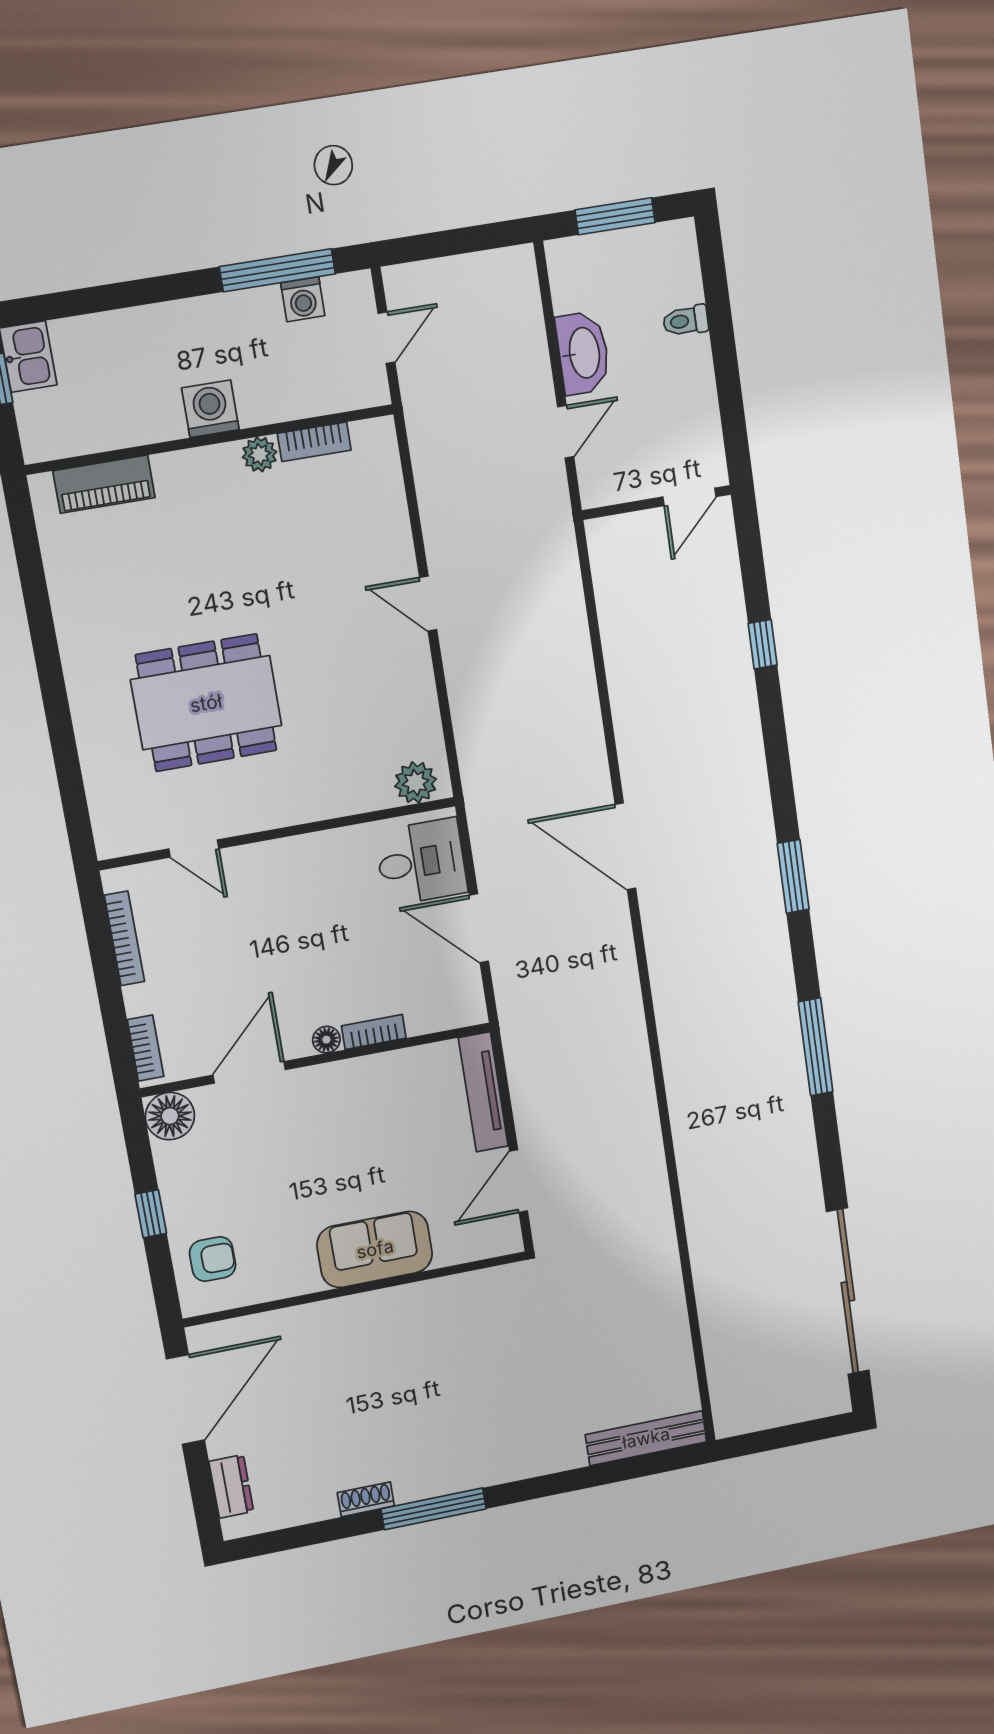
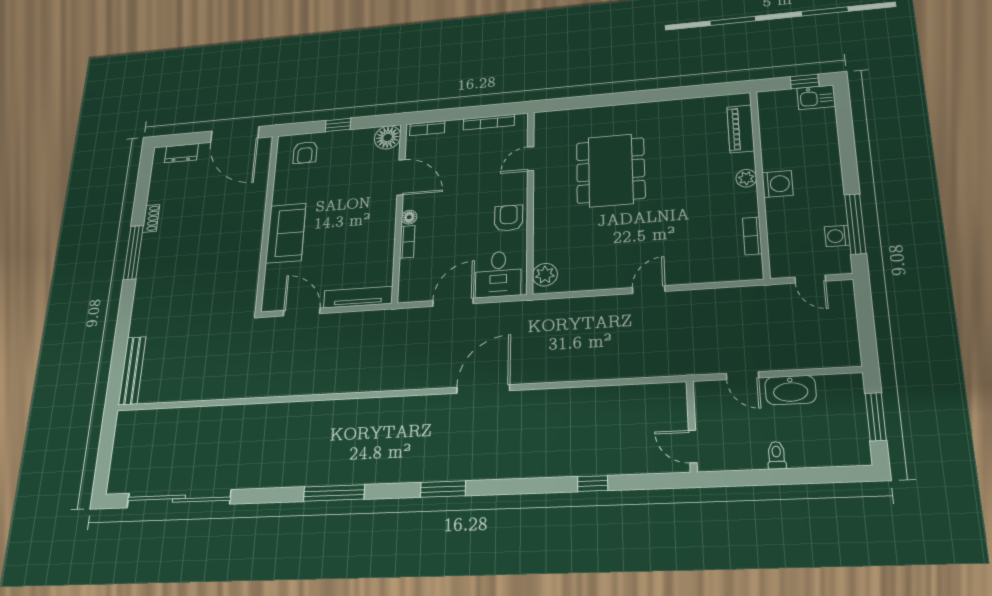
toilet: (686, 321) -> (776, 455), moved
plant: (260, 454) -> (746, 178), moved
armchair: (314, 865) -> (509, 218), added

